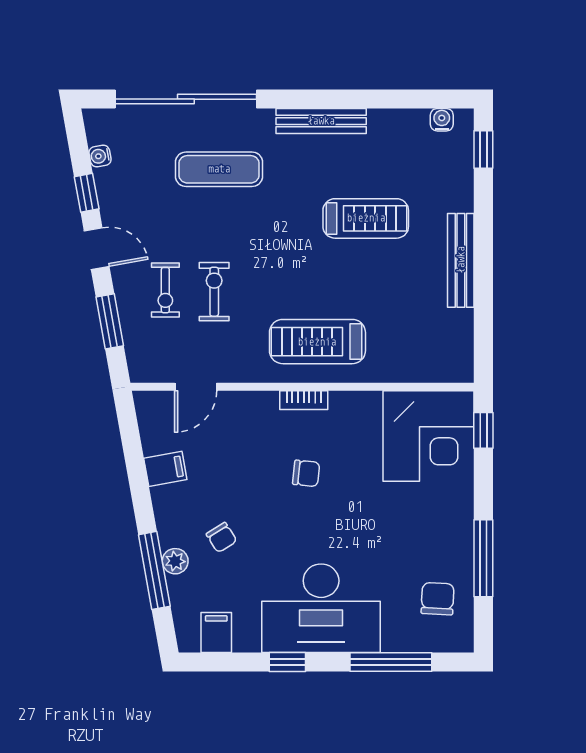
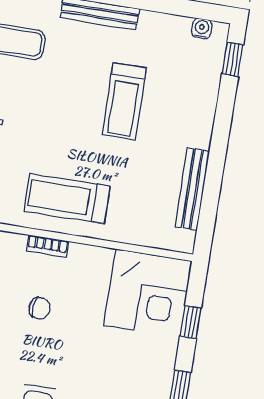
treadmill: (366, 218) -> (124, 101), turned 90
bench: (461, 260) -> (192, 189), moved
window: (483, 430) -> (191, 322), moved

